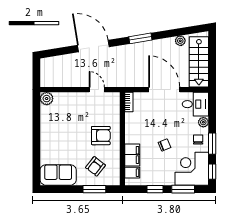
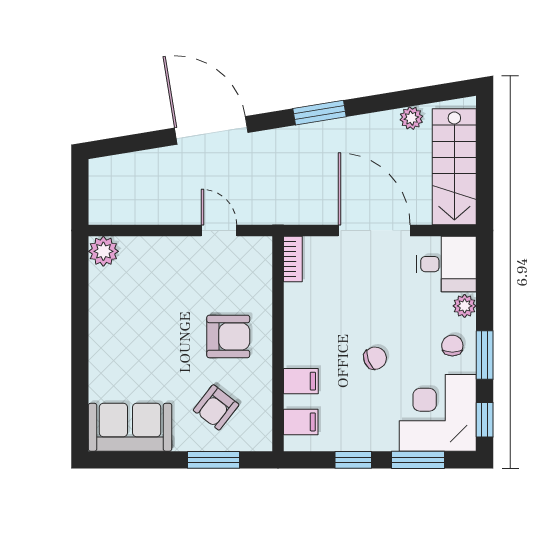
filing cabinet: (132, 155) -> (301, 381), width x0.50

